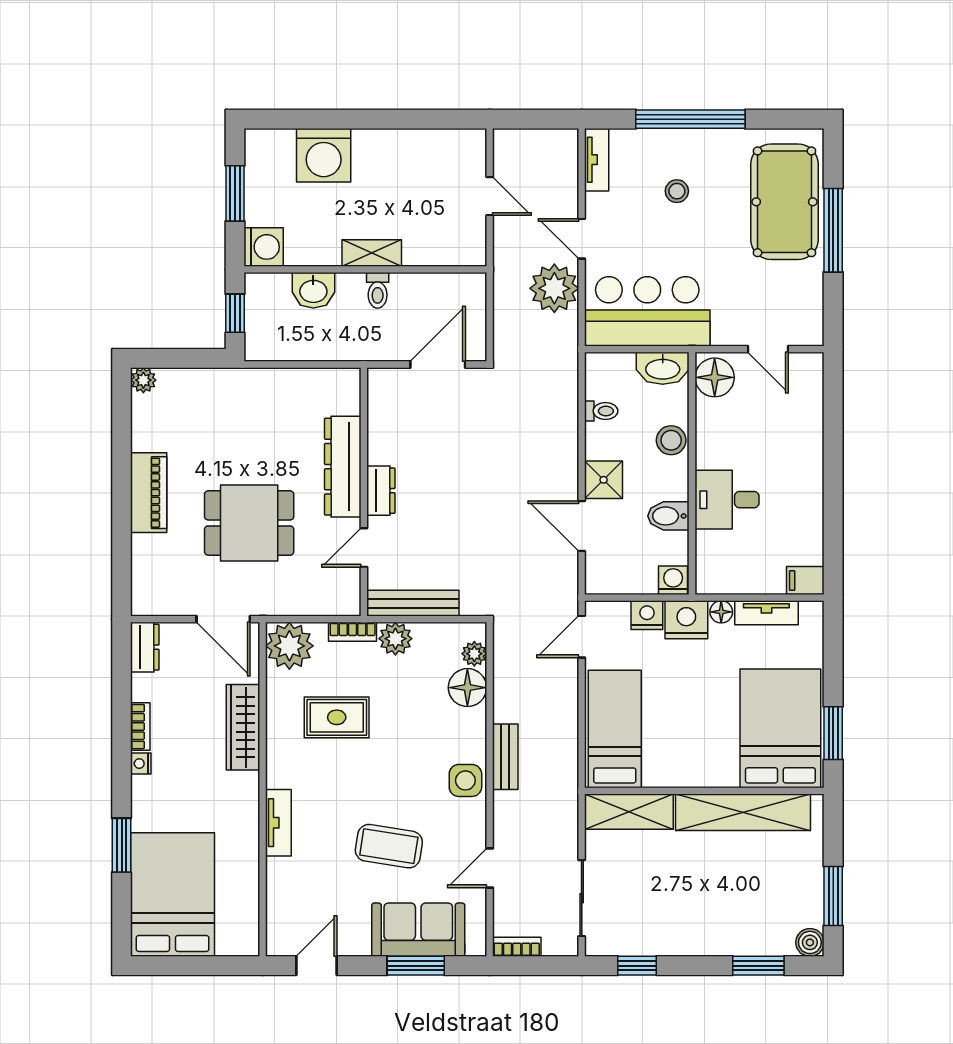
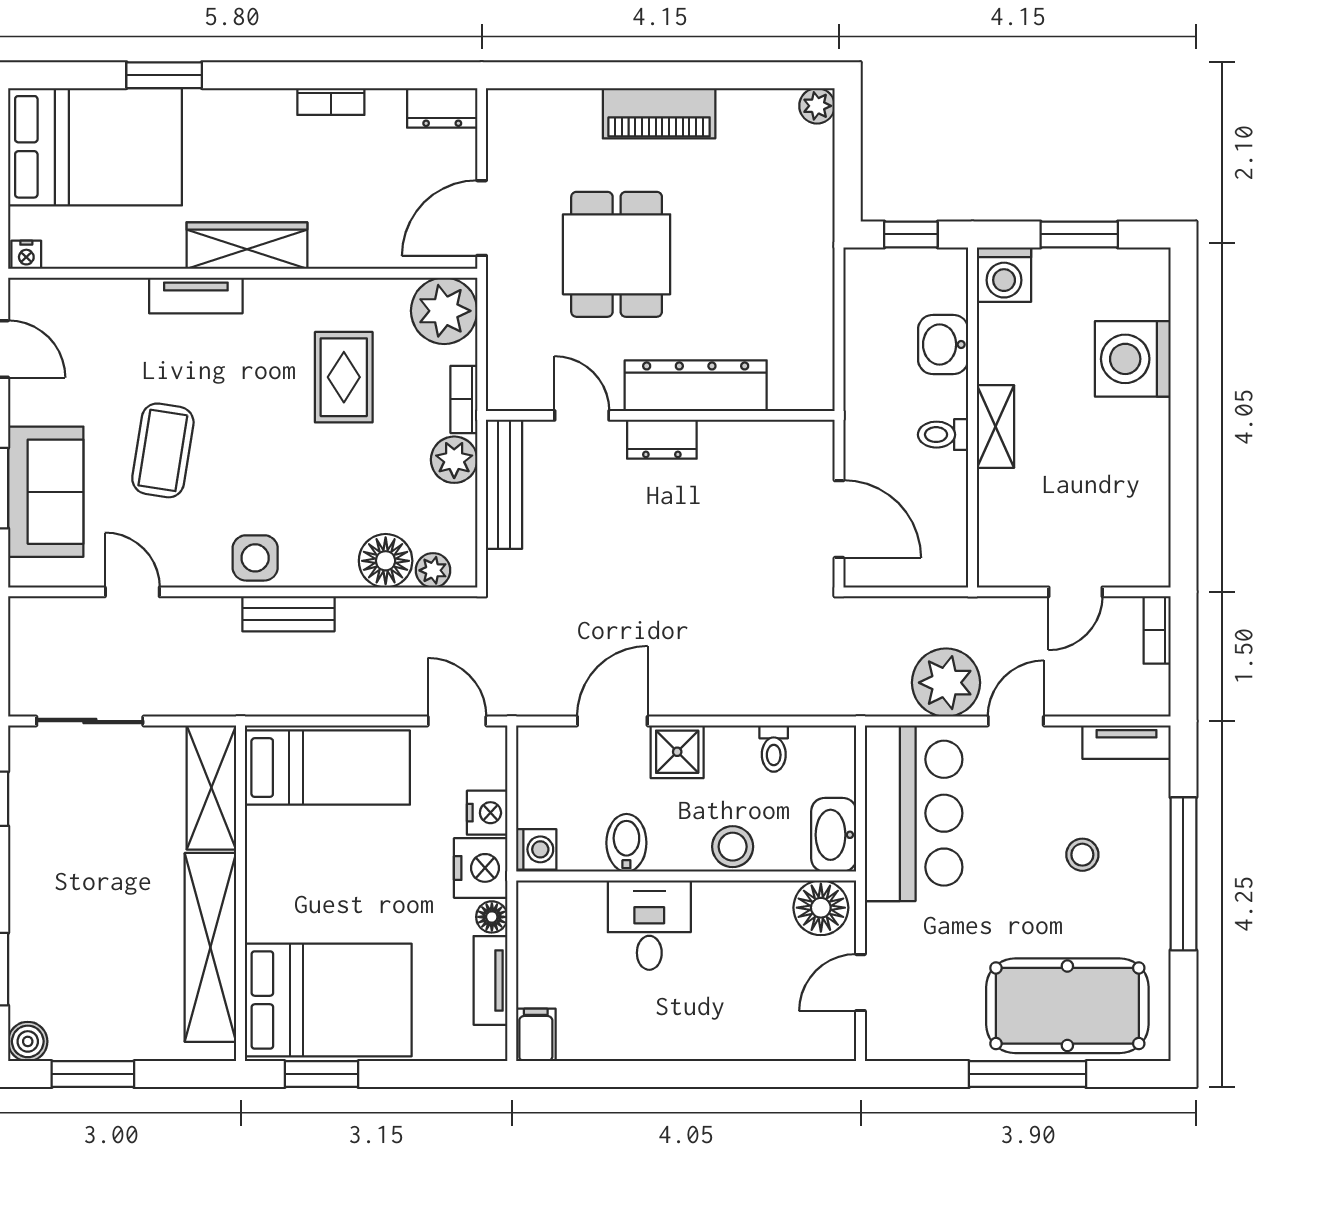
wardrobe: (243, 727) -> (247, 246), moved
nightstand: (141, 764) -> (26, 255), moved, turned 180
bookcase: (517, 947) -> (1157, 630), moved, turned 180

